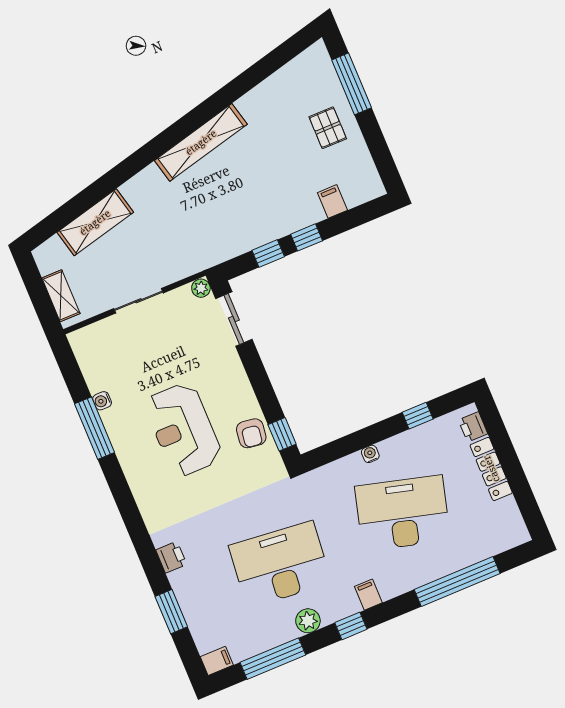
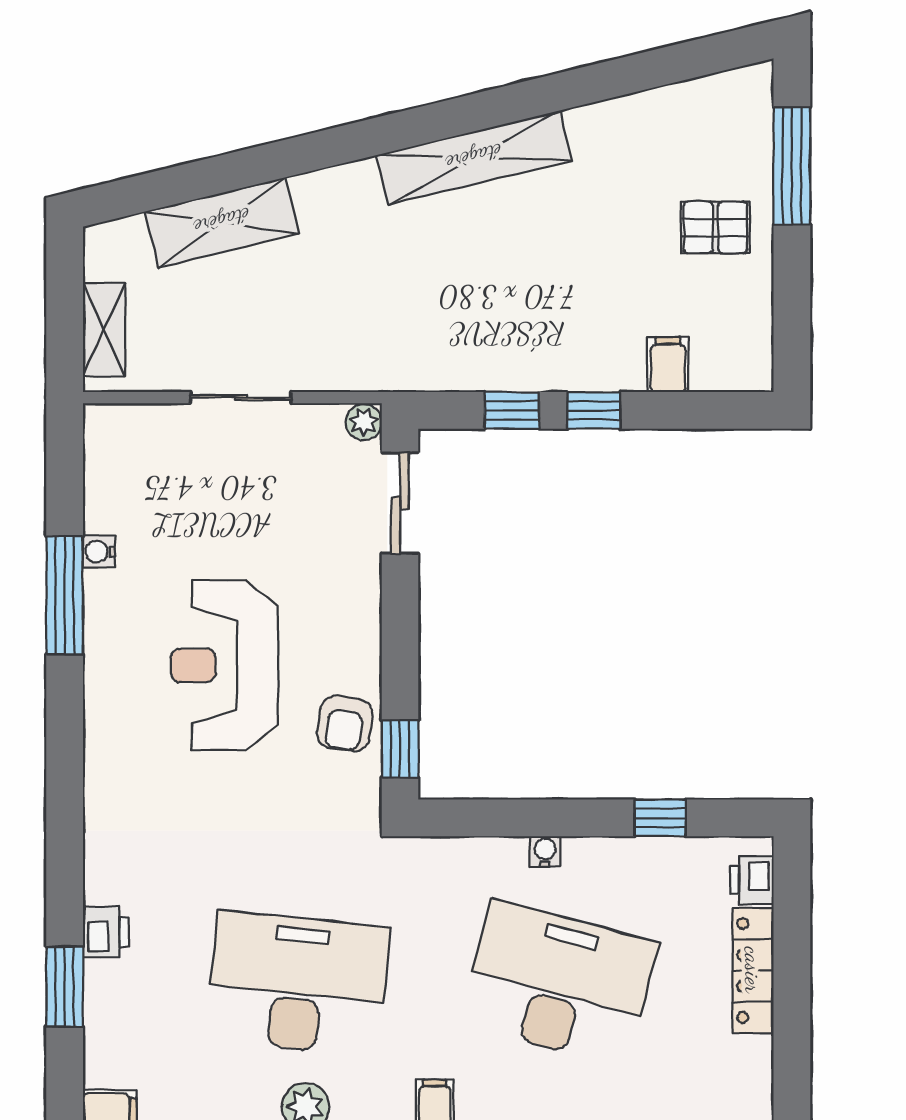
pallet: (328, 128) -> (715, 227), turned 90
printer: (171, 557) -> (106, 932), moved

